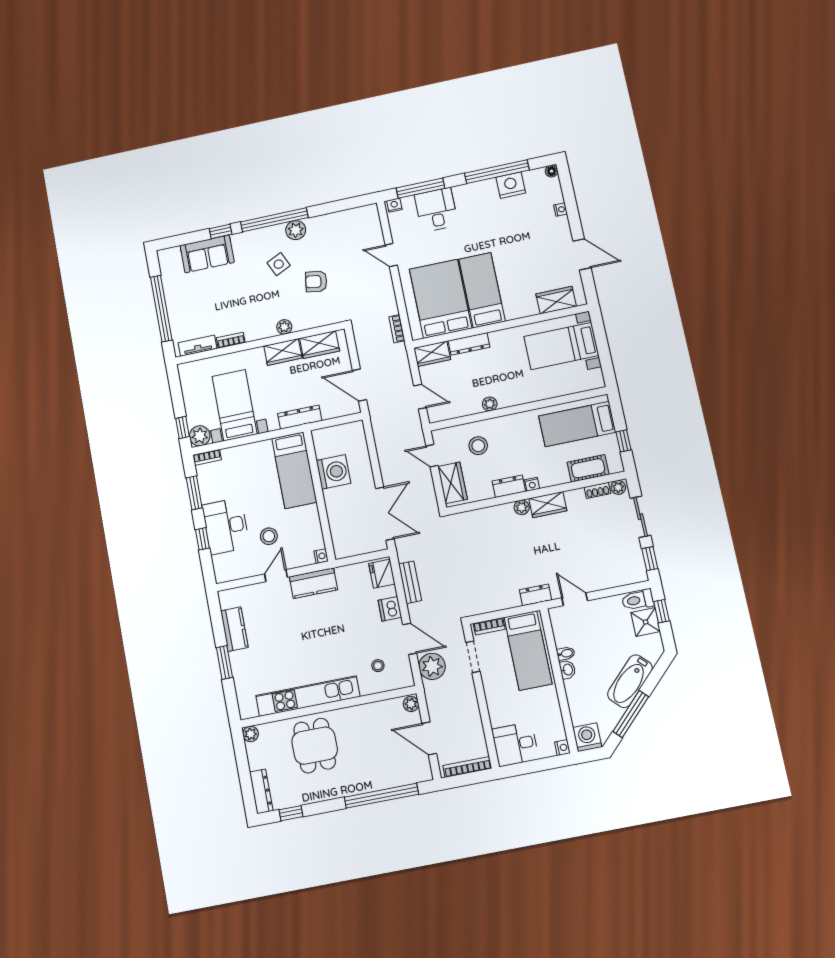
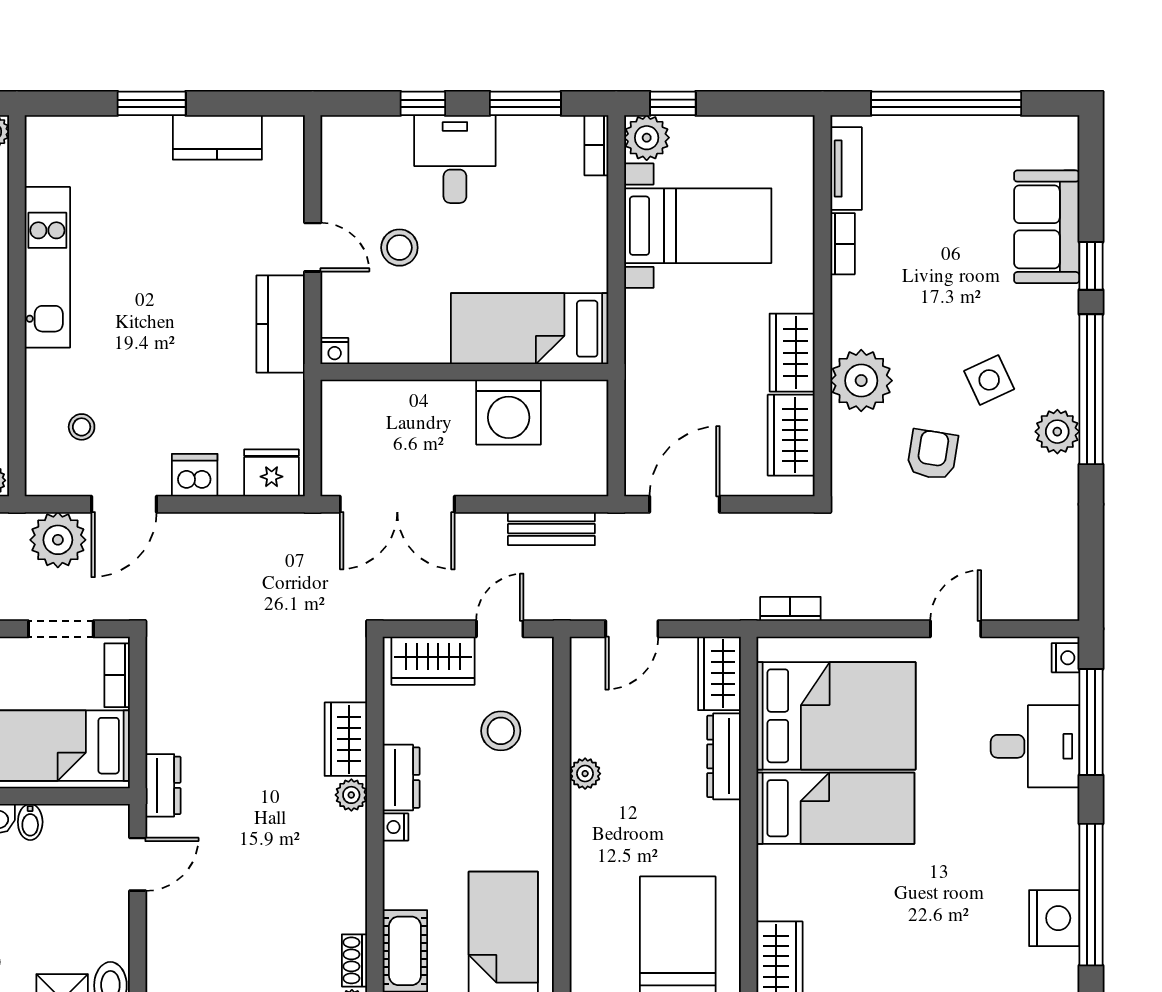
plant: (284, 327) -> (861, 381), width x1.87, depth x1.87
dresser: (300, 417) -> (642, 362), removed
wardrobe: (548, 505) -> (346, 739), moved
desk: (226, 526) -> (455, 159), width x0.73
bench: (410, 582) -> (551, 529), moved
kitchen unit: (308, 696) -> (47, 267), width x0.73

